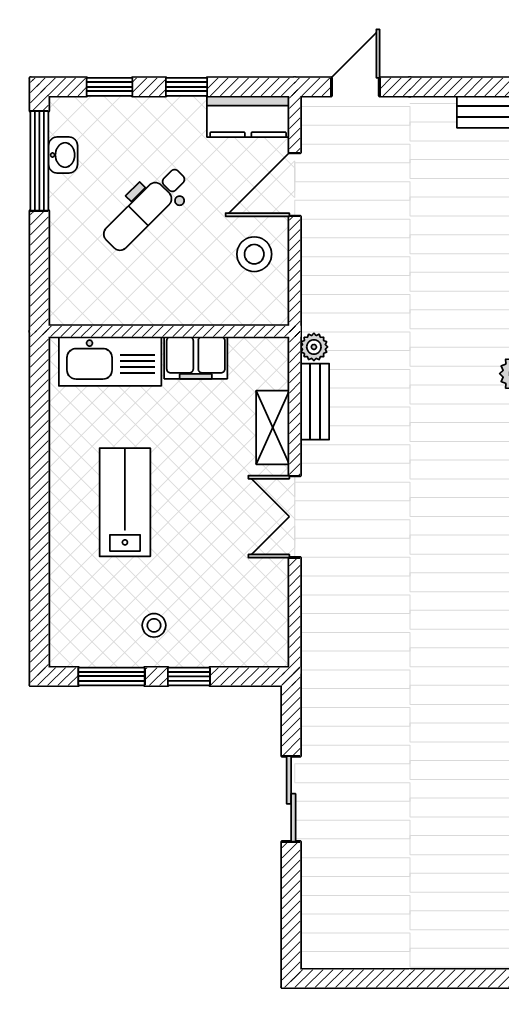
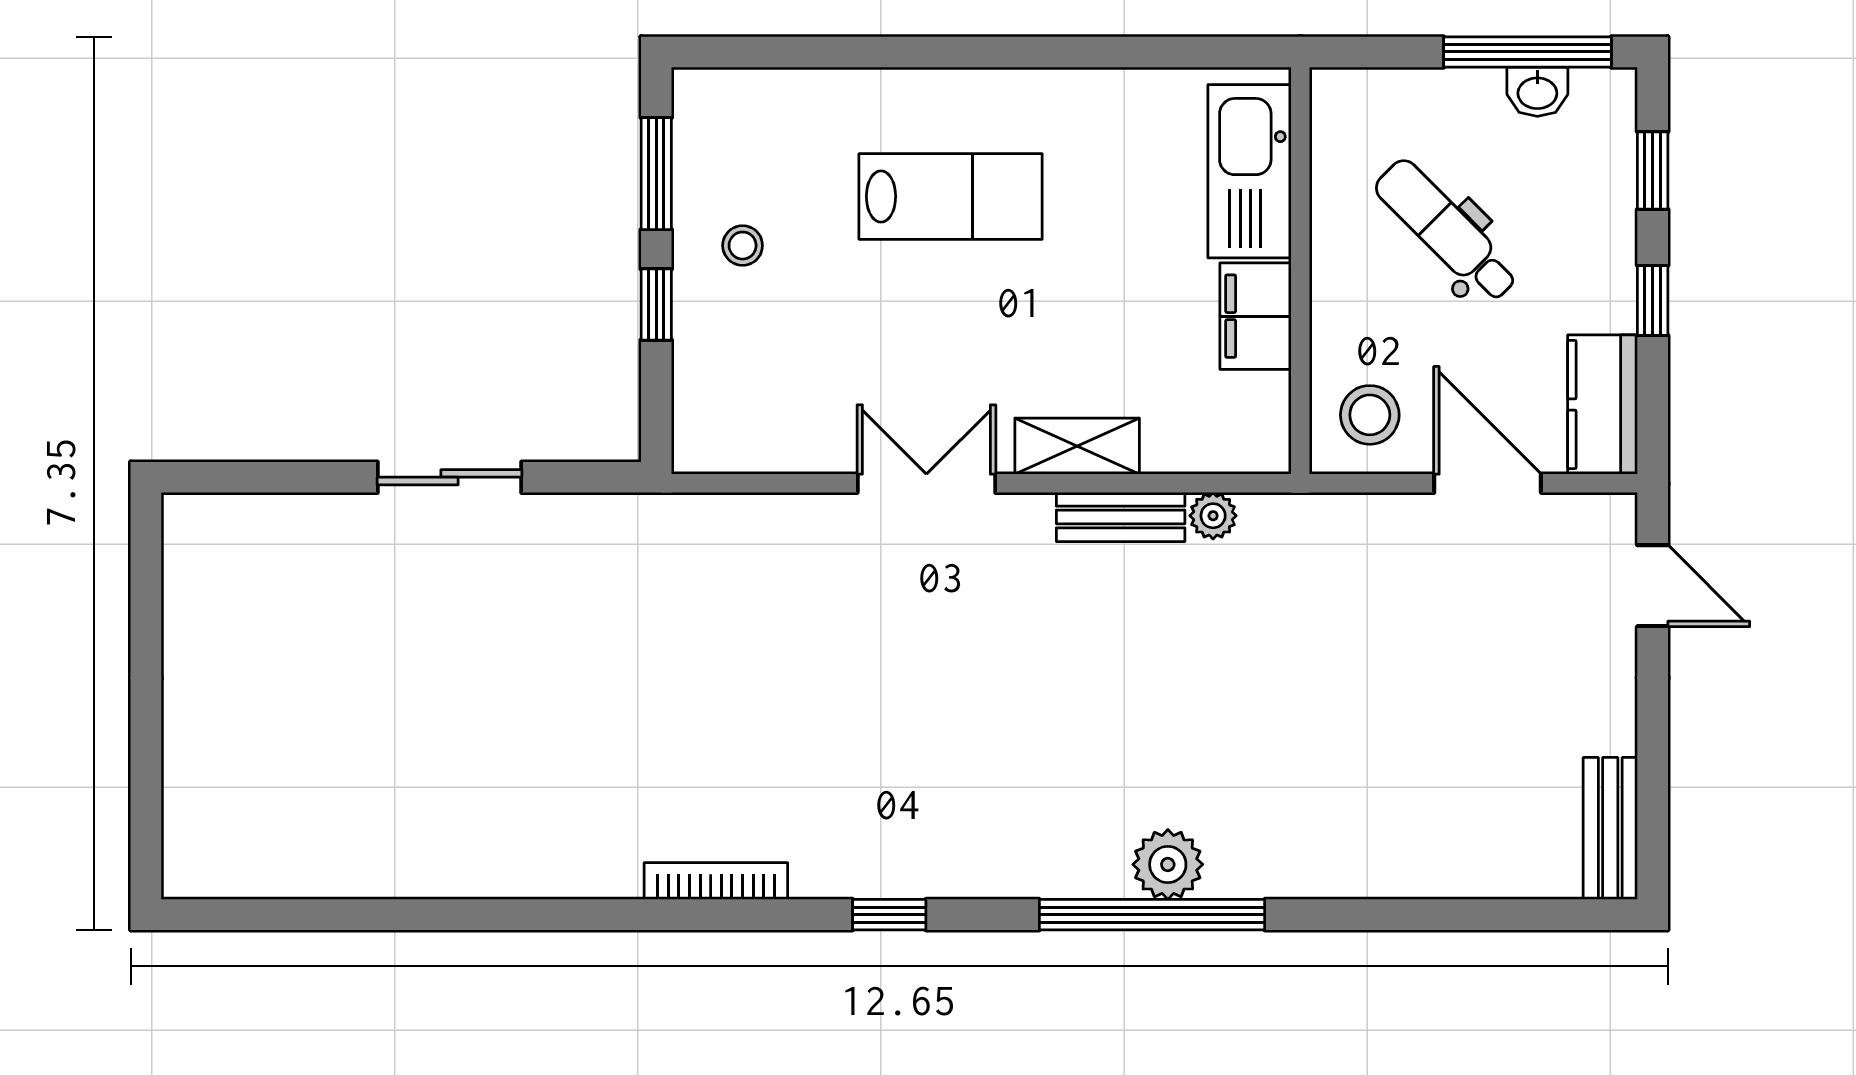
wall: (169, 331) -> (1300, 271), moved
filing cabinet: (196, 358) -> (1256, 316), moved
kitchen sink: (110, 361) -> (1249, 171), moved

